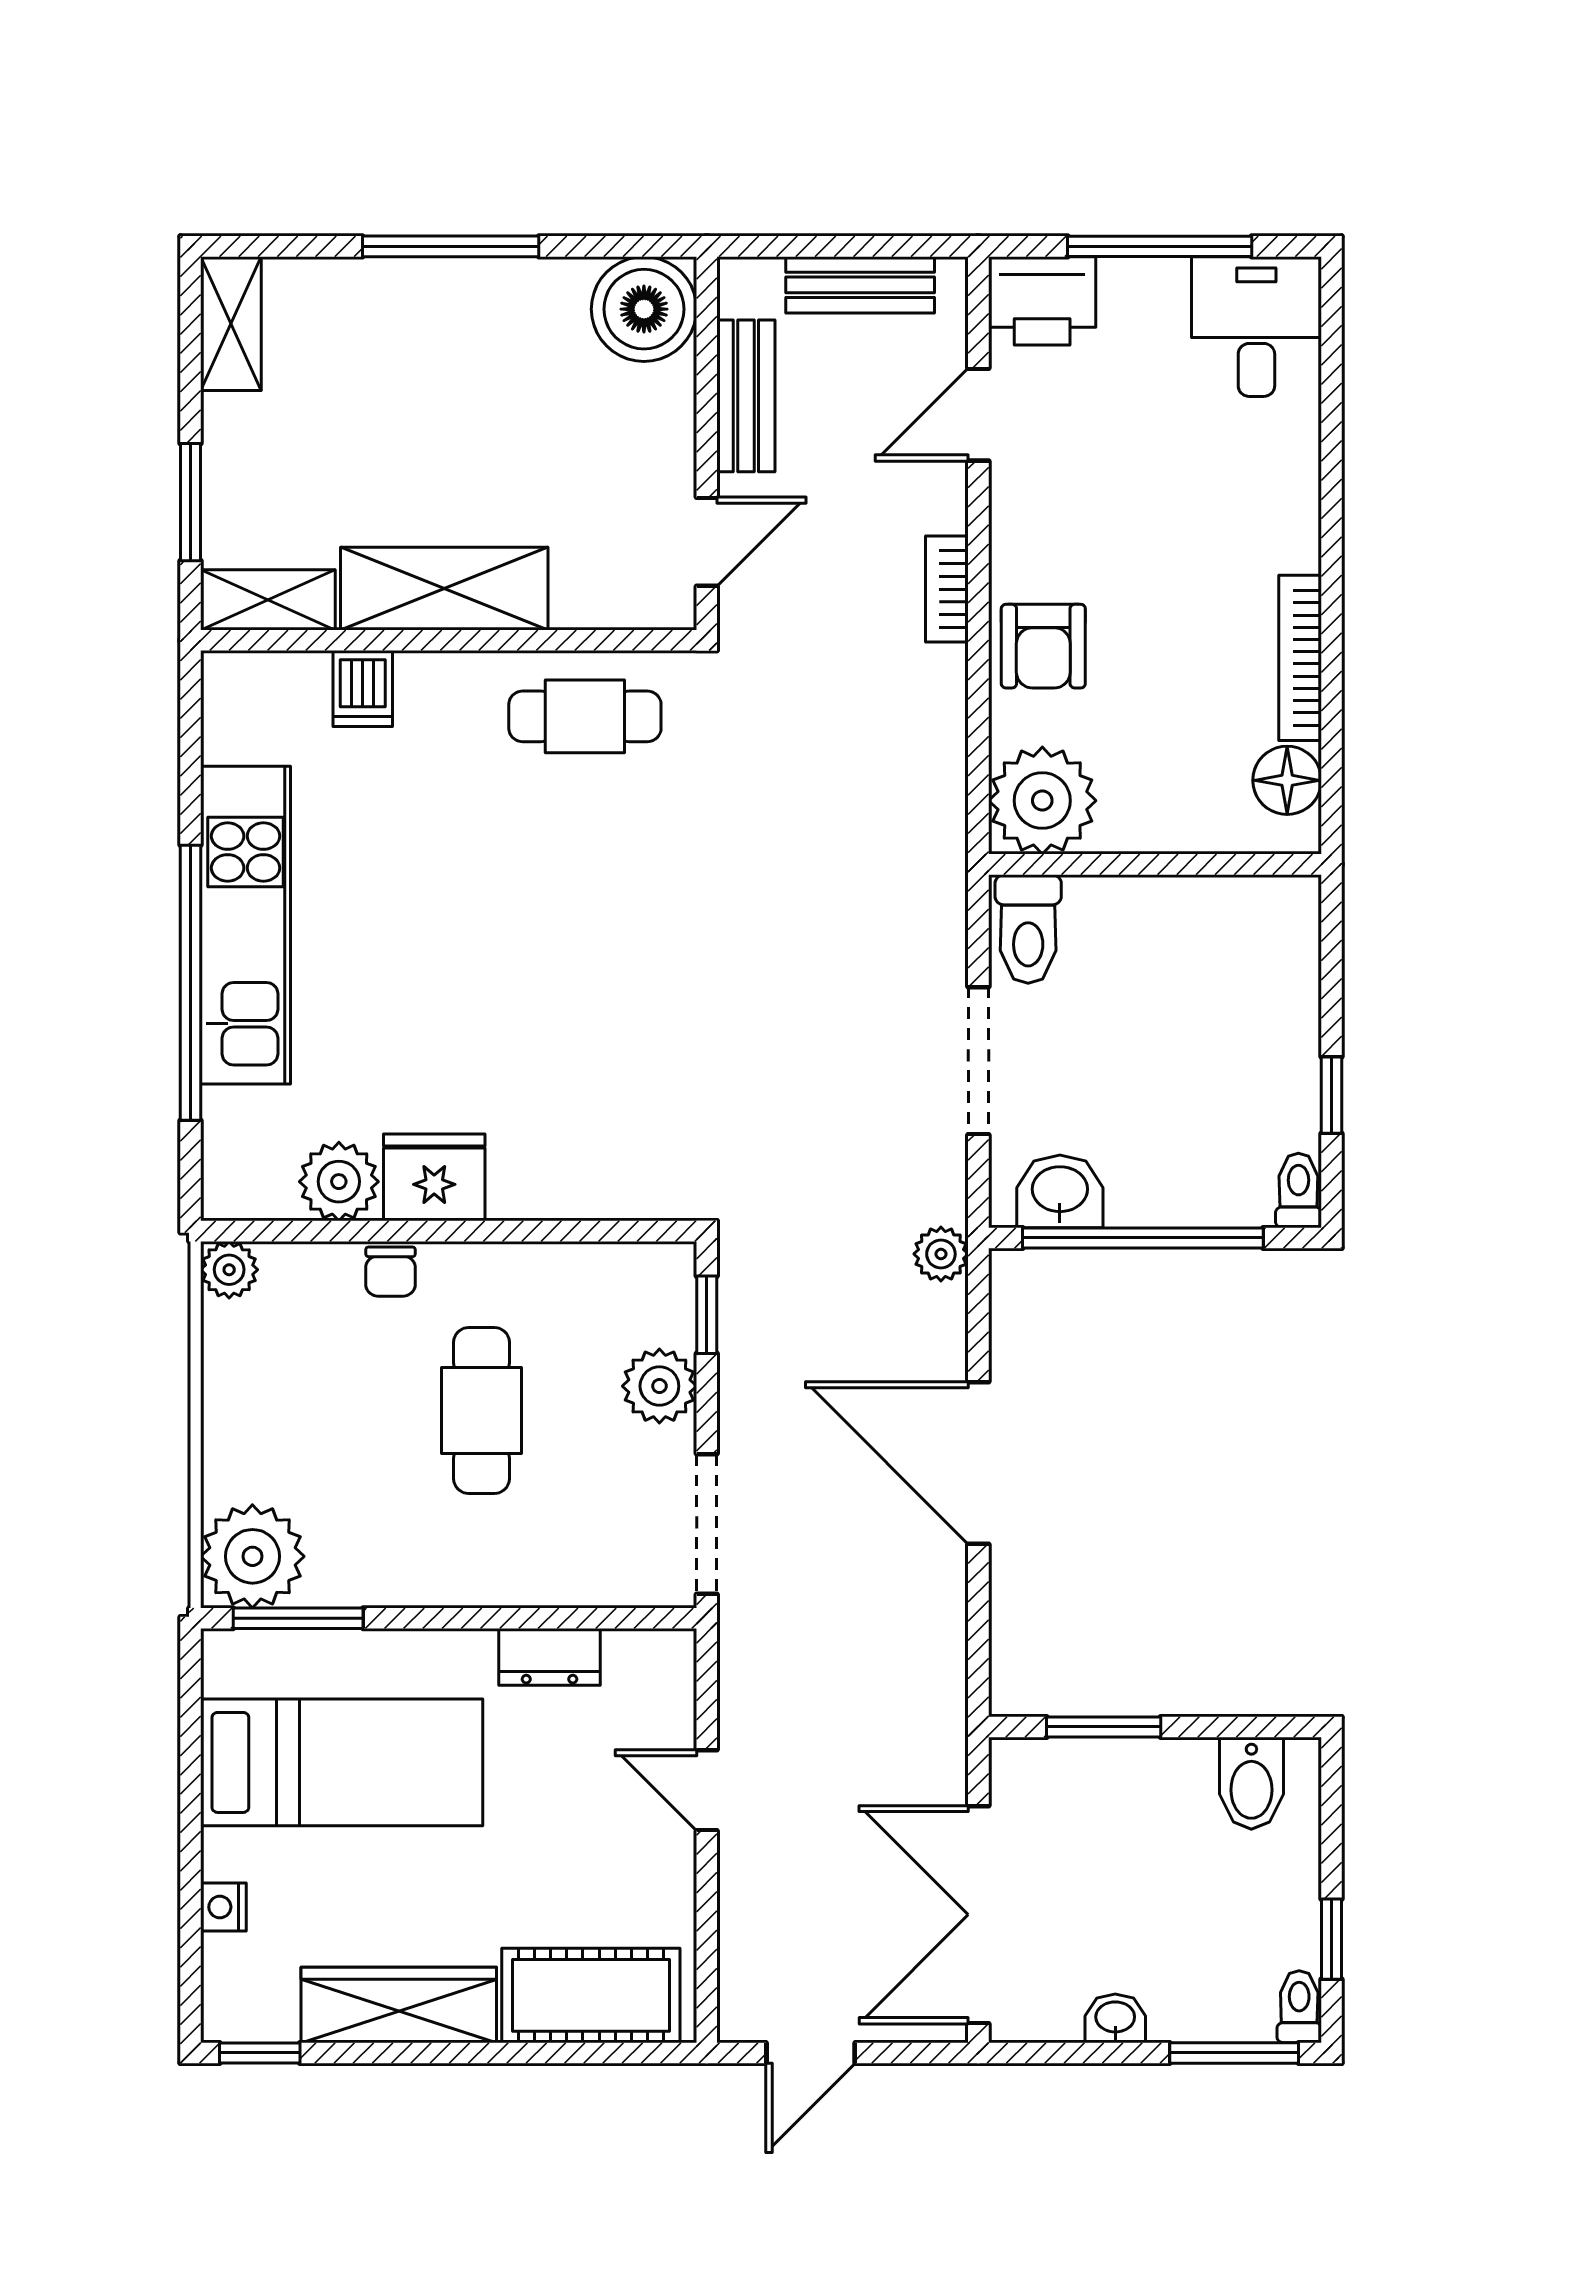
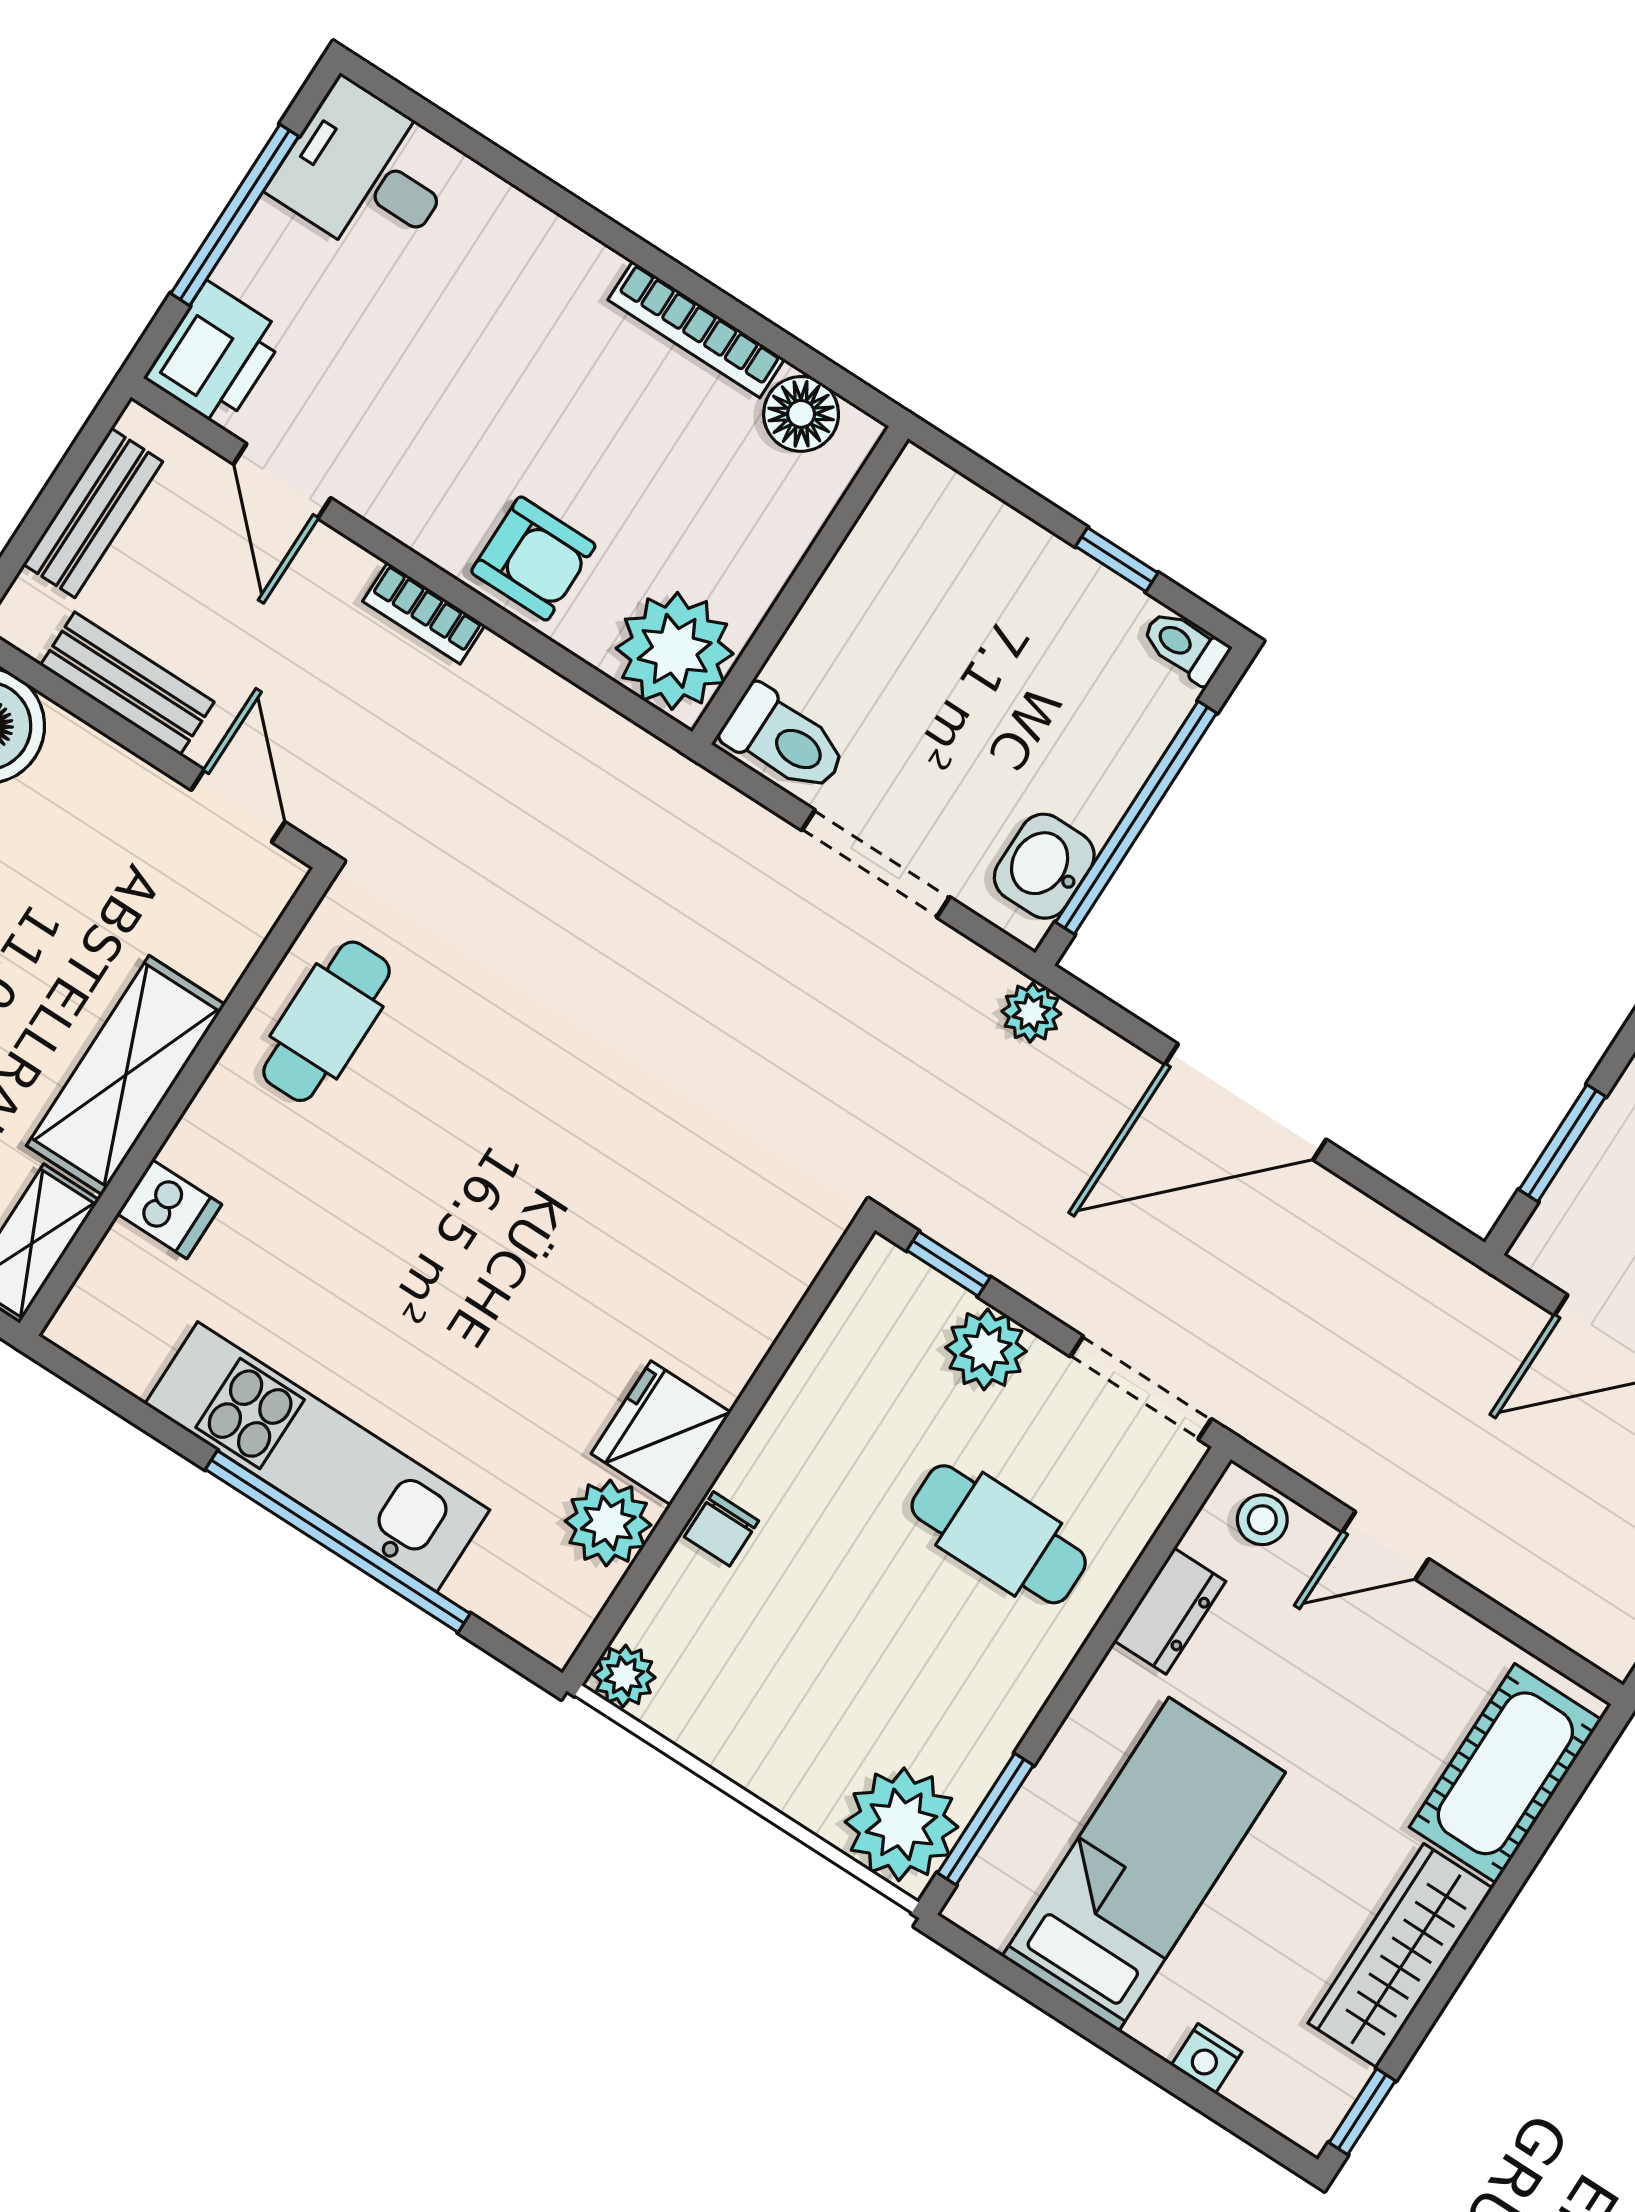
chair: (390, 1272) -> (722, 1529), turned 90
cafe table: (482, 1411) -> (999, 1534), moved
stool: (665, 1683) -> (1262, 1520), added

